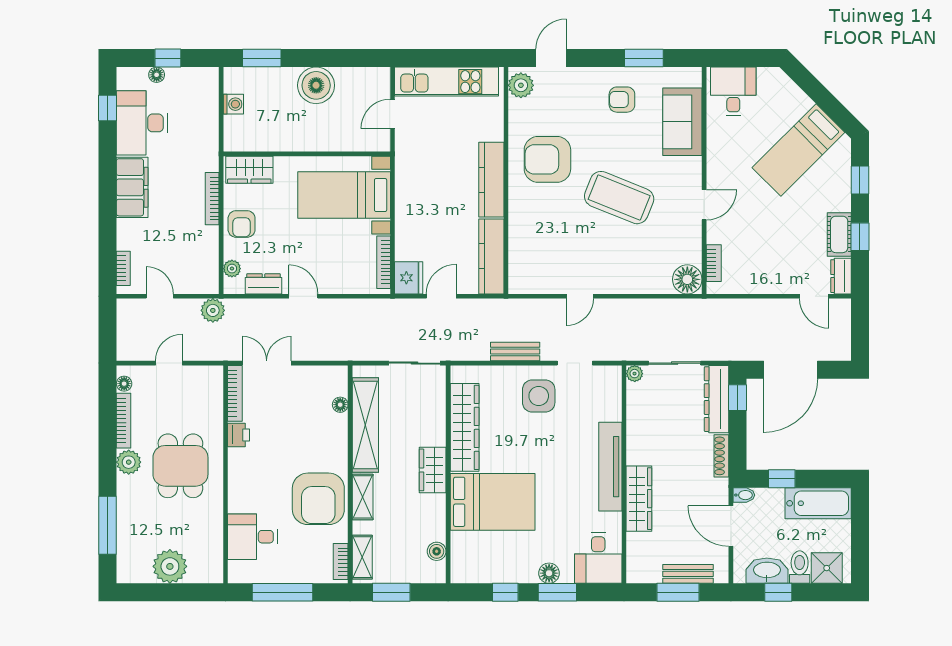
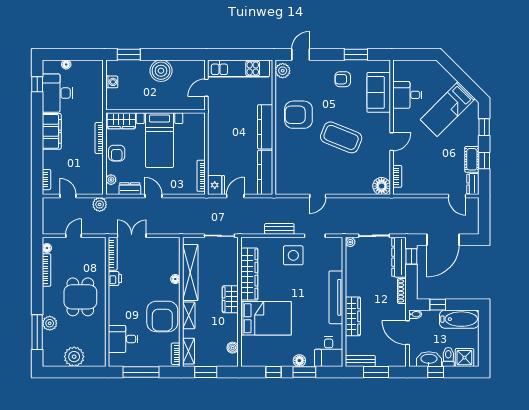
window: (168, 58) -> (73, 55), removed
desk: (733, 91) -> (407, 95), moved, turned -90
bed with nightstands: (344, 195) -> (160, 140), moved, turned -90
floor lamp: (340, 405) -> (175, 279), moved
plant: (129, 462) -> (50, 323), moved
bench: (688, 574) -> (360, 361), moved

